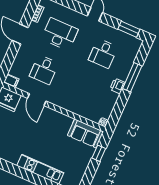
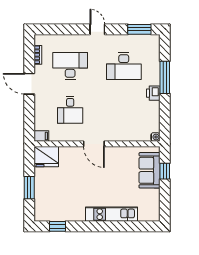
desk: (103, 53) -> (124, 66), width x1.37
door: (37, 100) -> (94, 144), moved
sofa: (85, 133) -> (149, 170), moved, turned 90

